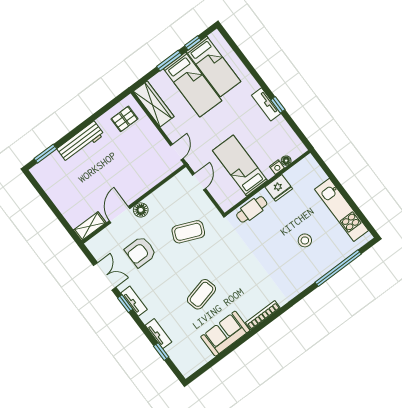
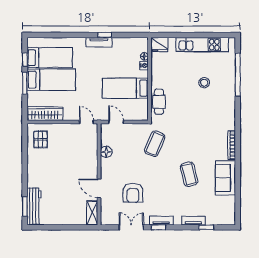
workbench: (81, 142) -> (34, 206), moved
fridge: (279, 188) -> (159, 45), moved, turned 90
floor lamp: (141, 210) -> (106, 152), moved
coffee table: (188, 232) -> (155, 144), moved

